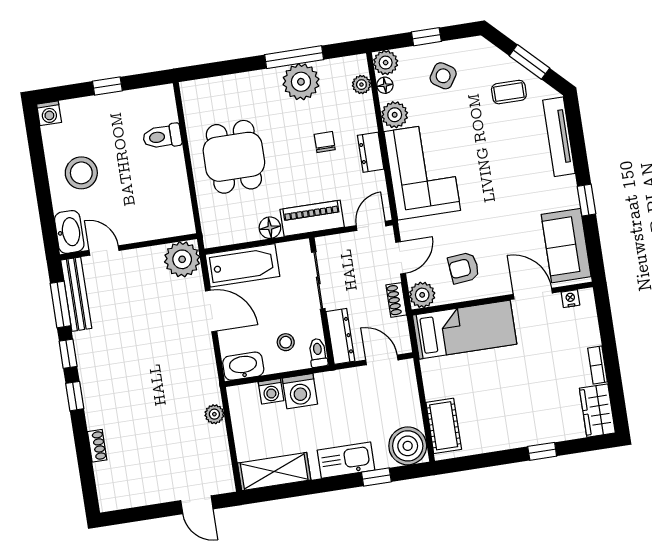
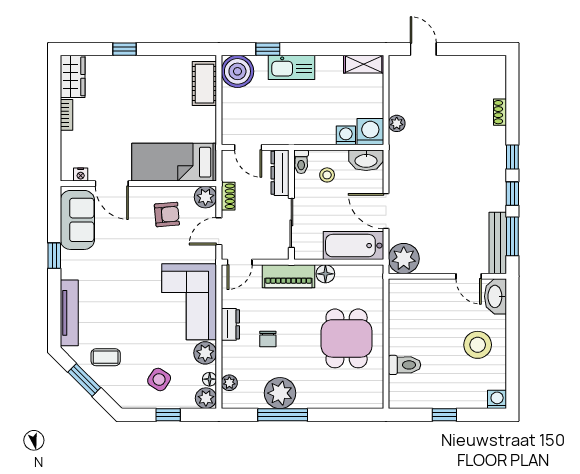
washing machine: (300, 391) -> (370, 132), moved
shelving: (274, 471) -> (364, 64), width x0.67, depth x0.75

